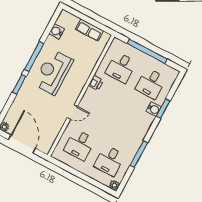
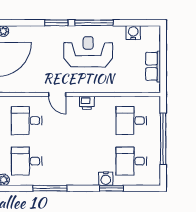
printer: (96, 83) -> (87, 103), moved

